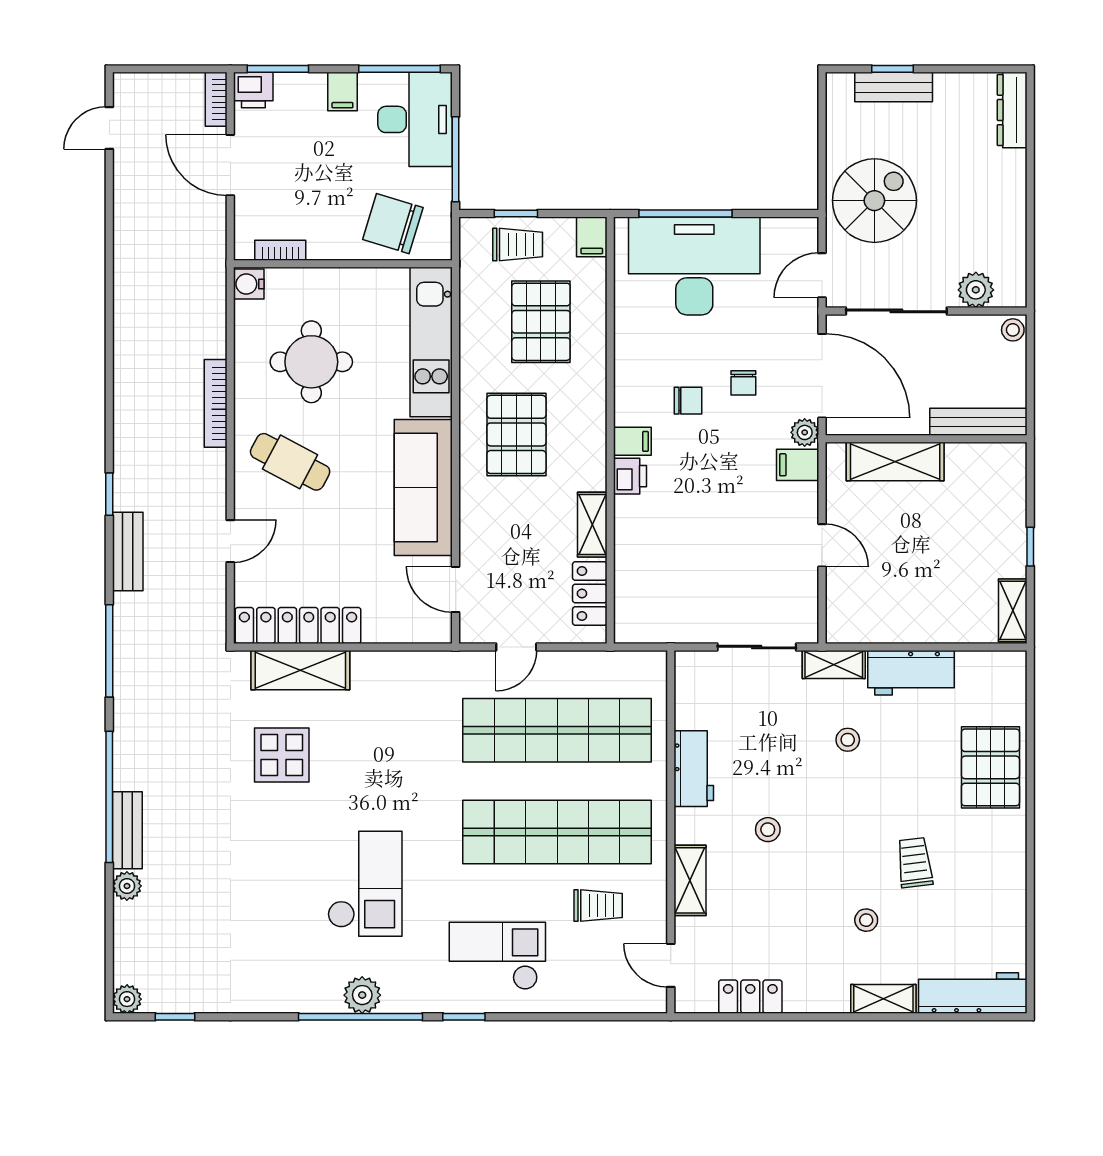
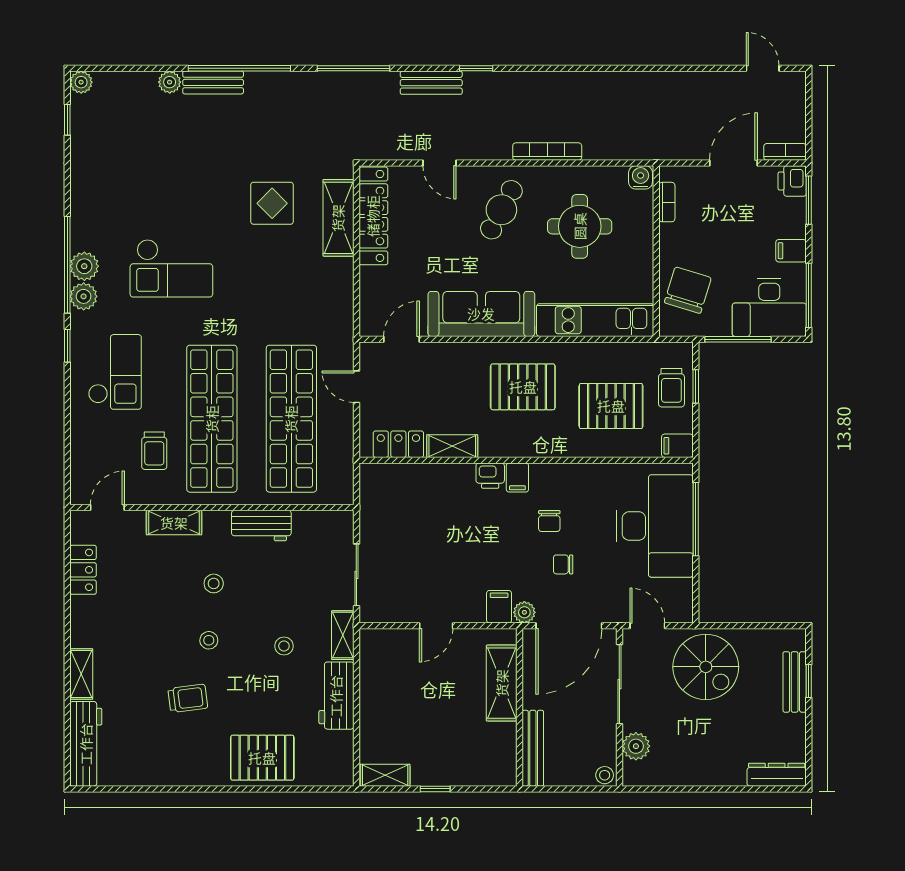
stool: (866, 920) -> (209, 640), moved
plant: (401, 996) -> (84, 296), added

